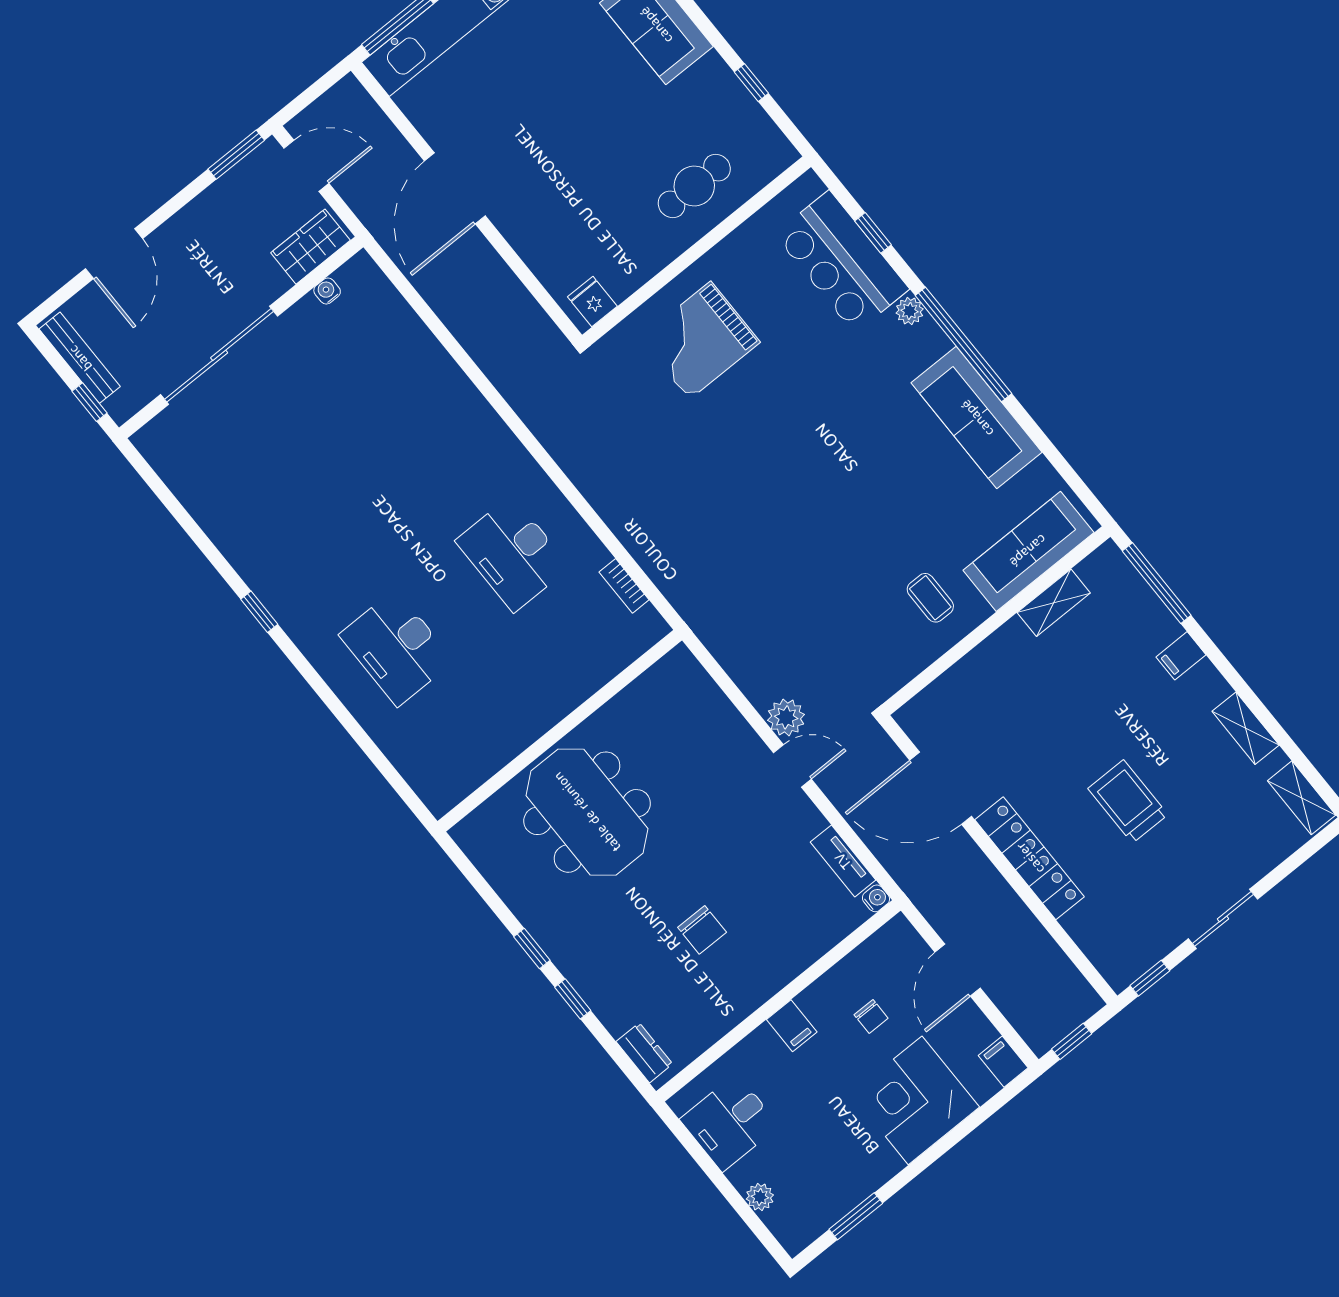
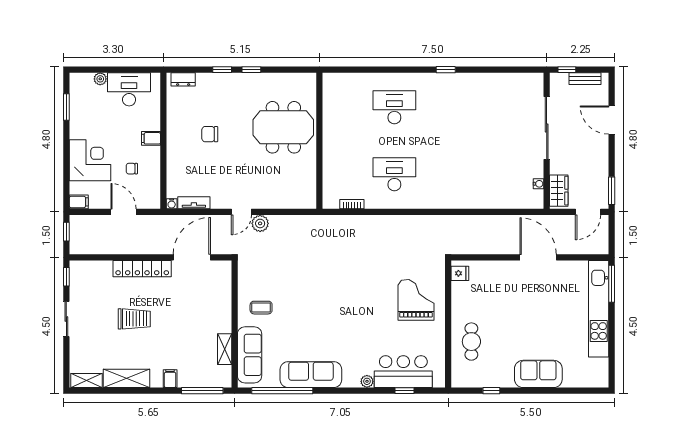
window: (963, 345) -> (282, 391), moved
bench: (80, 358) -> (585, 79), width x0.73
shelving: (1246, 728) -> (127, 378), width x1.50, depth x1.33
desk: (729, 1122) -> (129, 89), width x1.37

